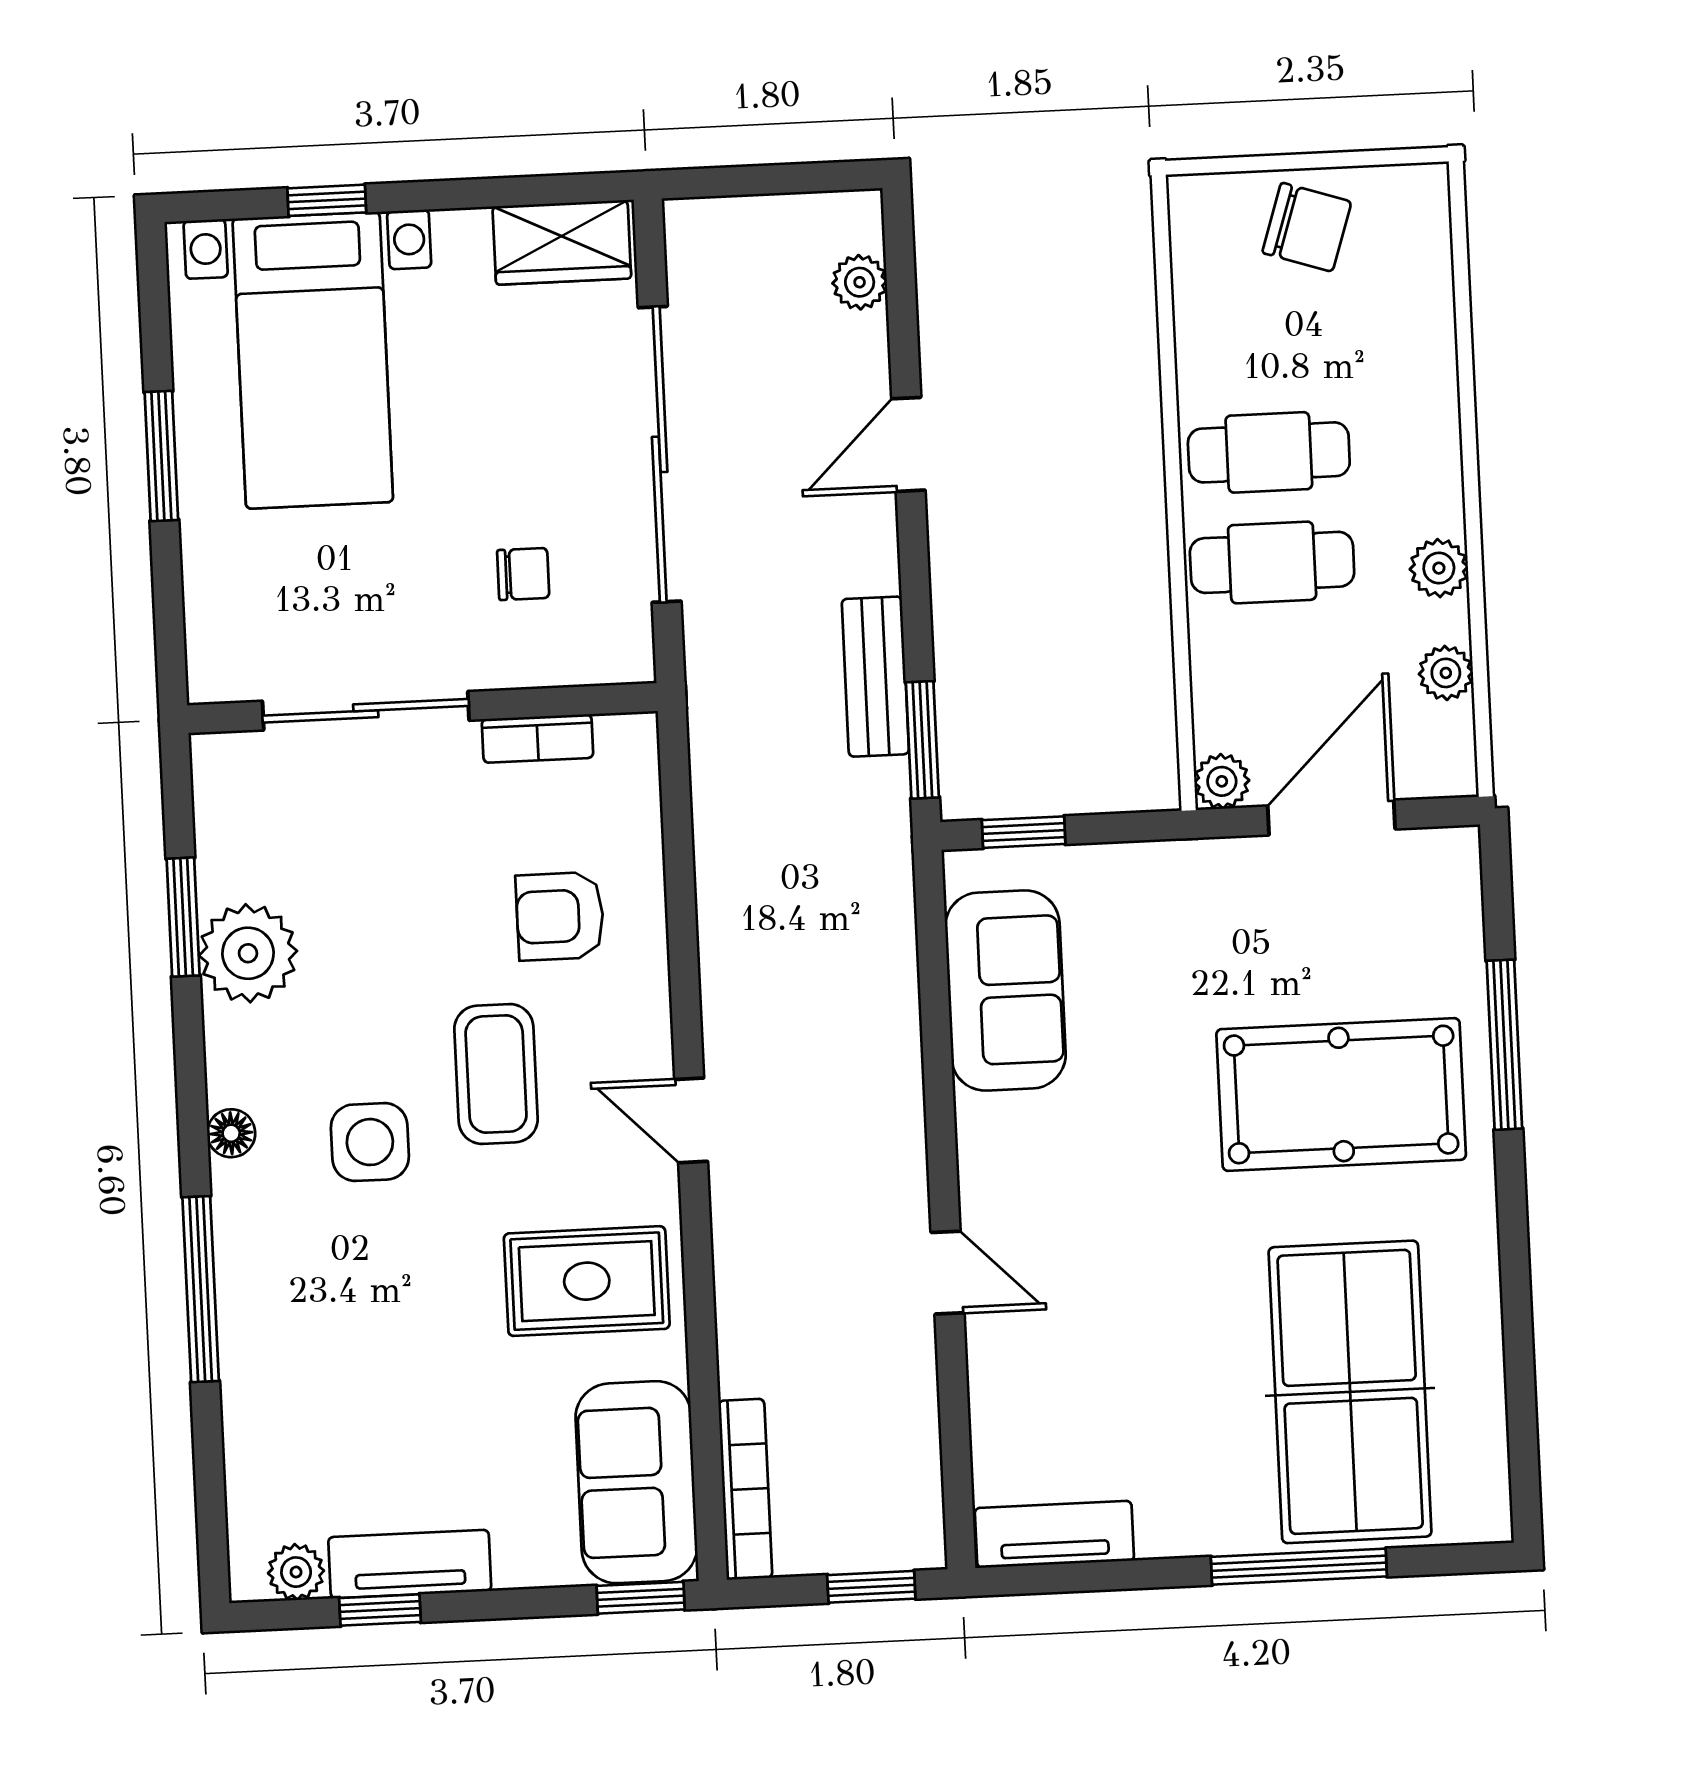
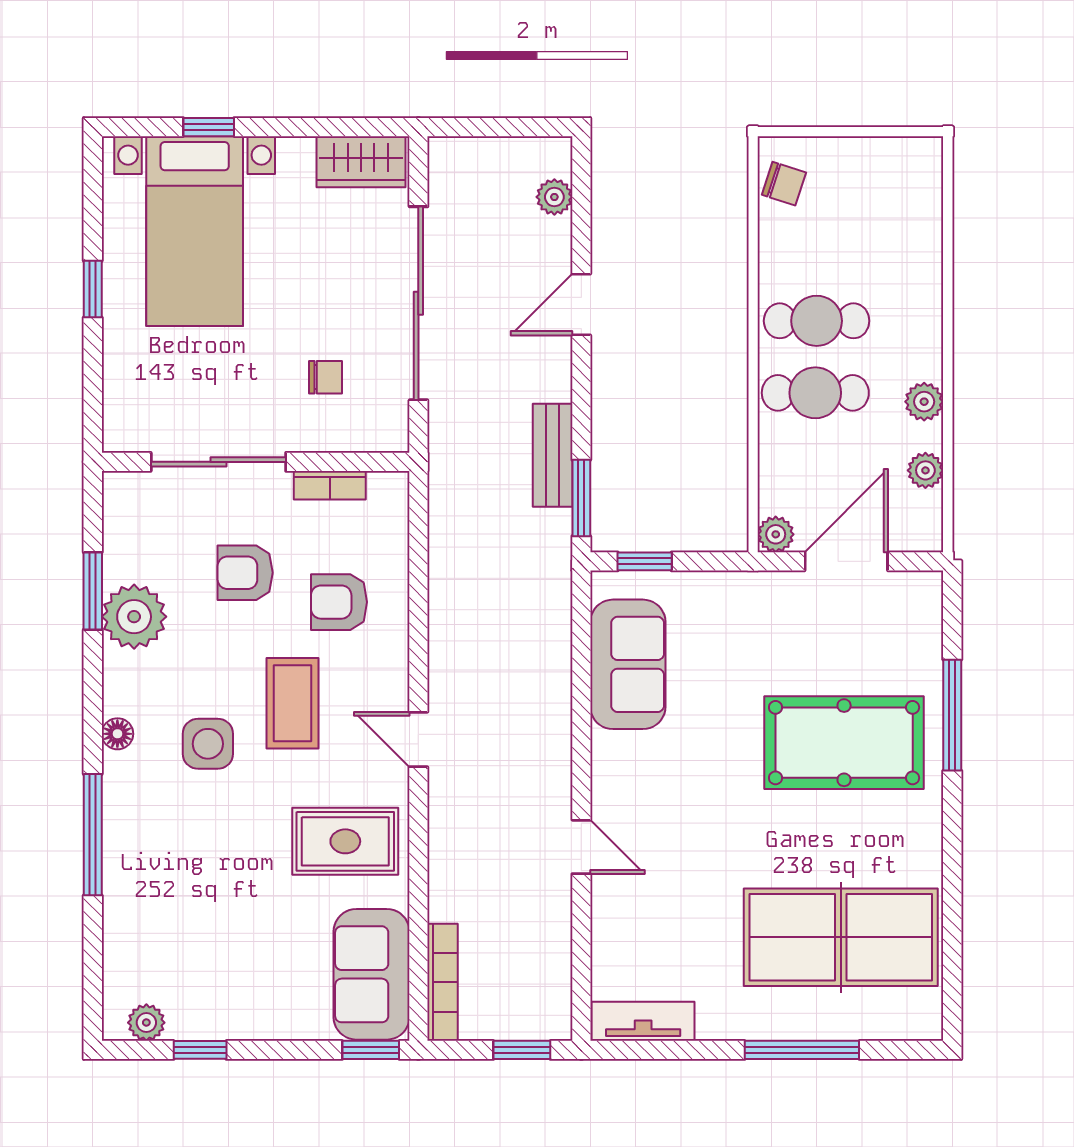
chair: (1307, 227) -> (784, 184), moved, width x0.73, depth x0.73
window: (161, 456) -> (93, 289), width x0.67
armchair: (414, 878) -> (245, 573), added
table tennis table: (1350, 1392) -> (841, 937), turned 90
tv unit: (410, 1564) -> (221, 1021), removed

